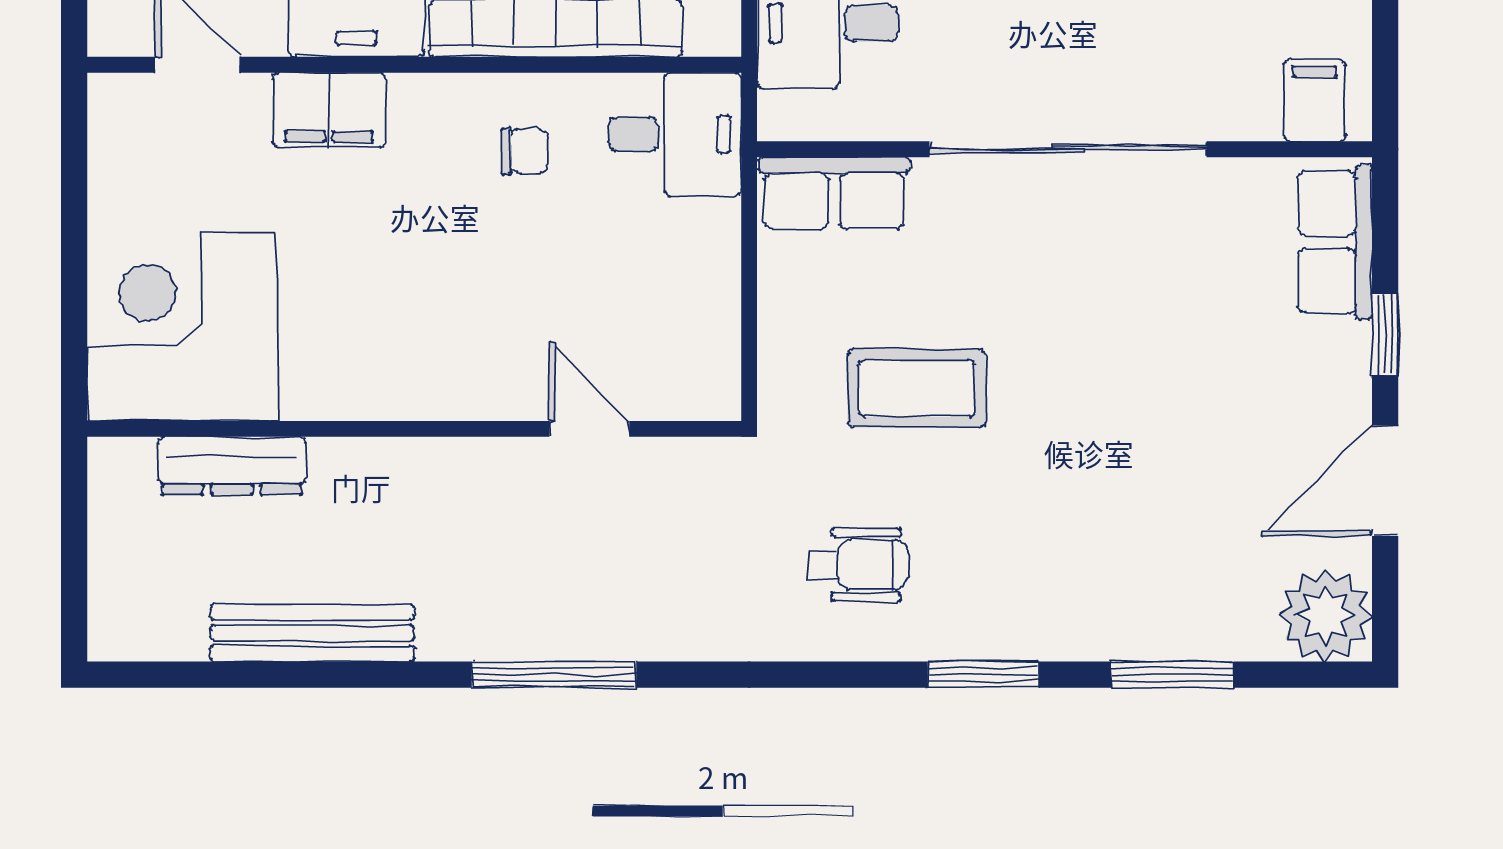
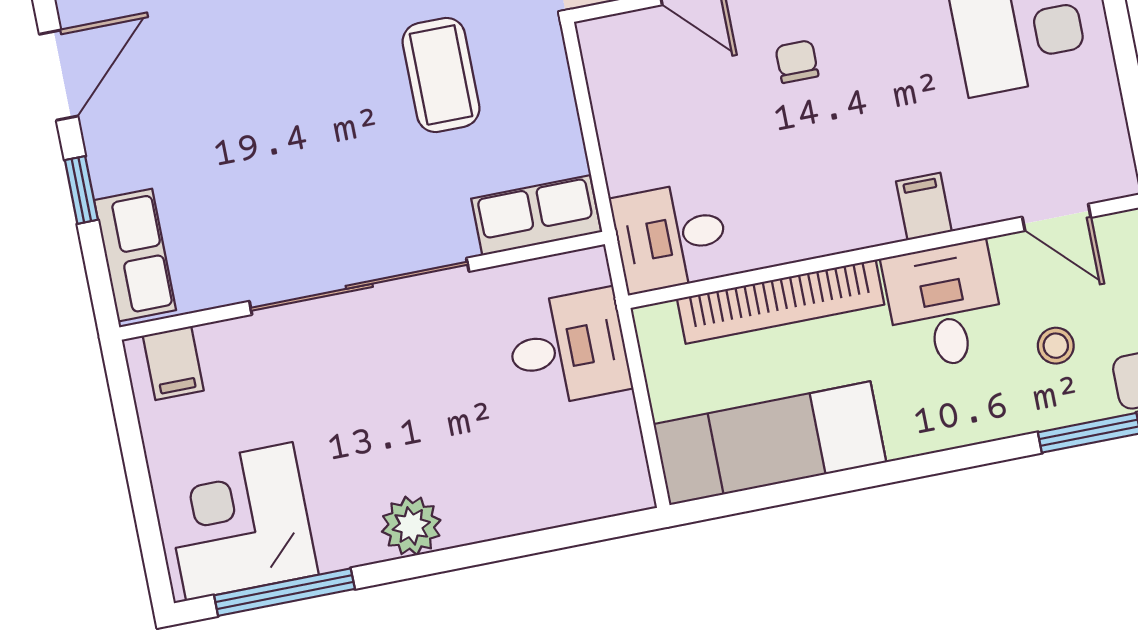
filing cabinet: (329, 110) -> (924, 206), width x0.50
chair: (525, 151) -> (797, 62), moved, turned 90
coffee table: (917, 388) -> (441, 75), turned 90

